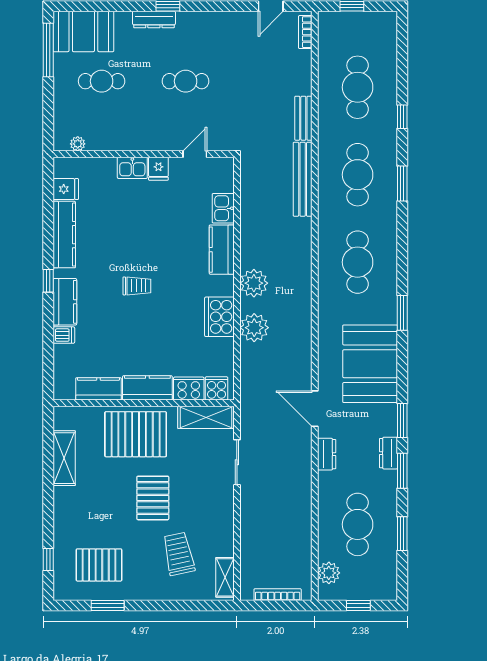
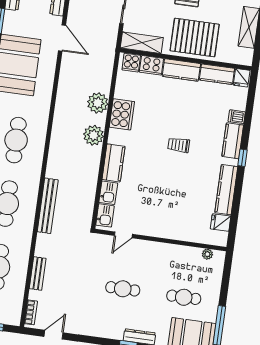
bench: (303, 118) -> (38, 274), moved
kitchen sink: (132, 168) -> (105, 215), moved, turned 90
fridge: (158, 169) -> (242, 78), moved, turned 180

